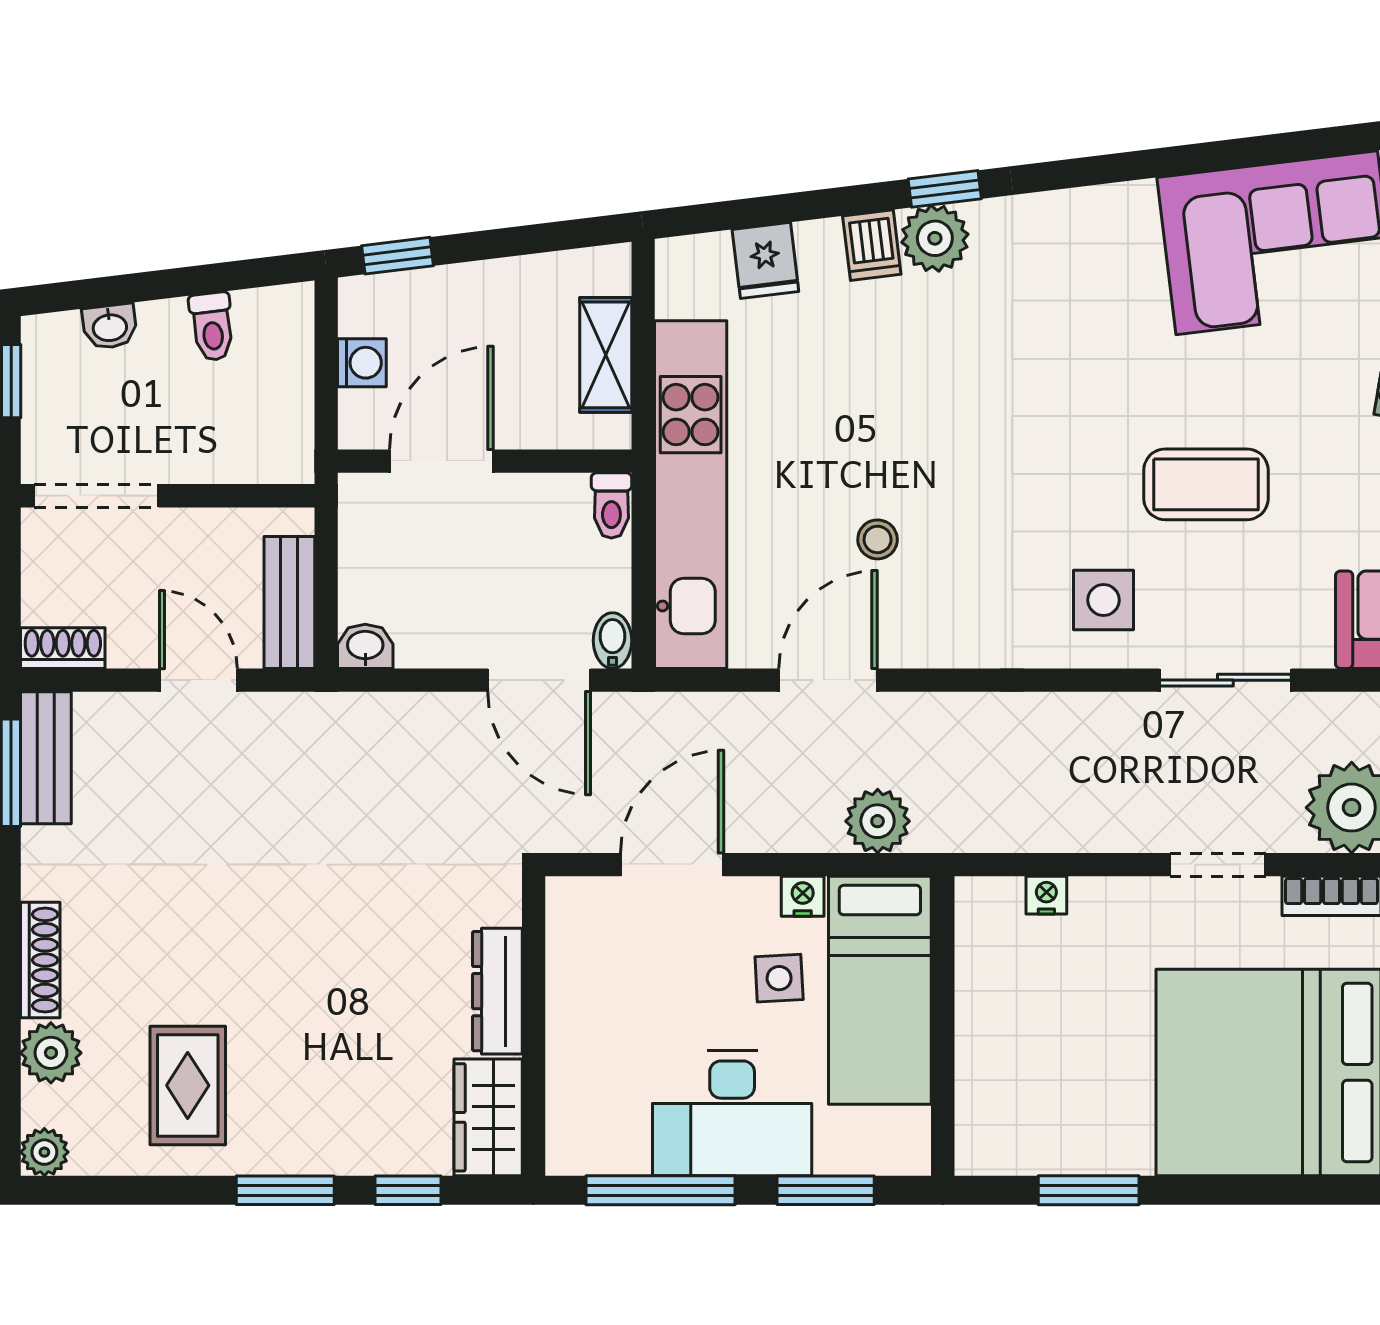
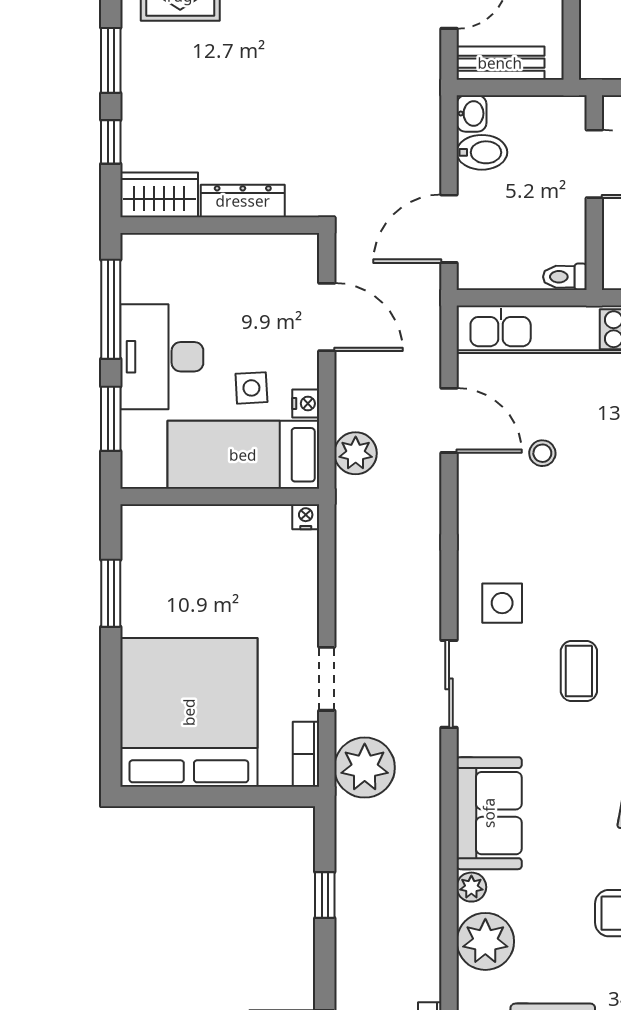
coffee table: (1206, 484) -> (579, 671), width x0.73, depth x0.77
bidet: (612, 641) -> (482, 152), moved, width x1.38, depth x1.36
nightstand: (1046, 895) -> (306, 517), moved, turned -90

